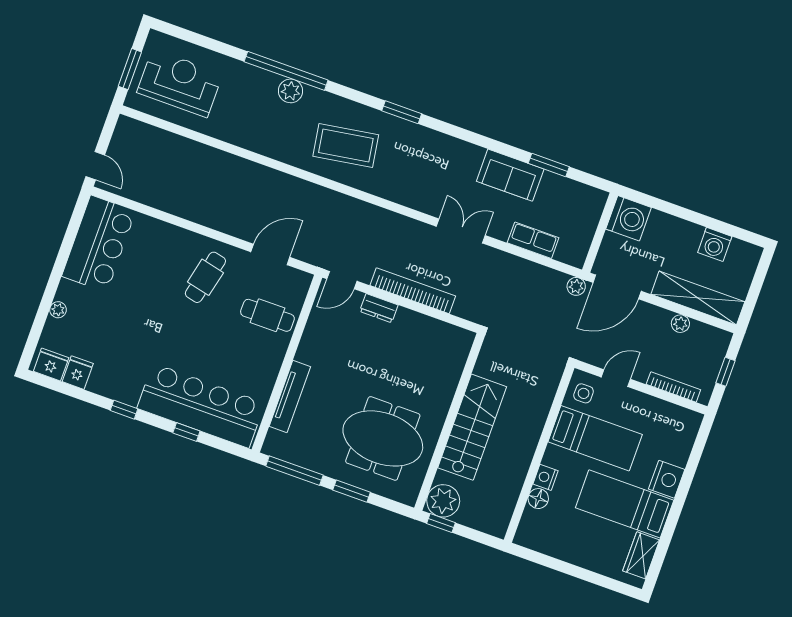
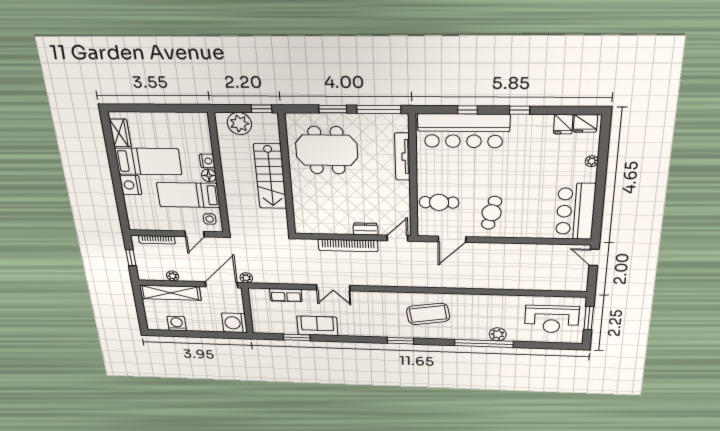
plant: (291, 91) -> (498, 334), moved
floor lamp: (538, 499) -> (209, 175), moved
plant: (443, 501) -> (239, 124), moved

